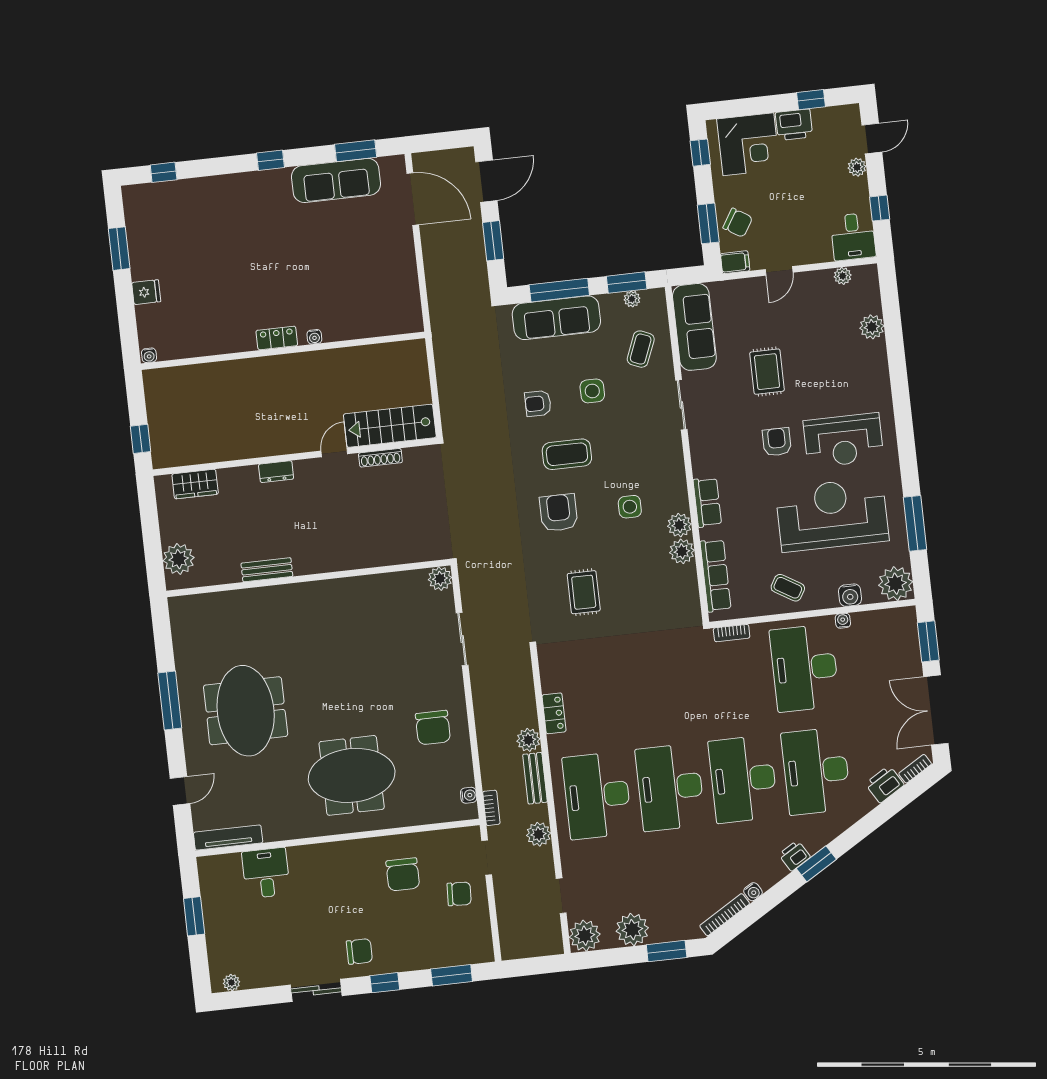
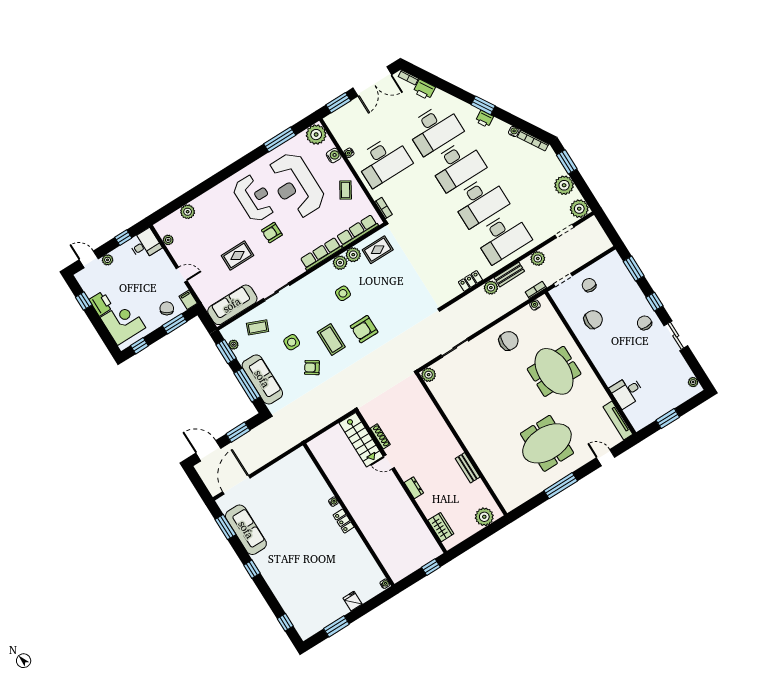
armchair: (538, 403) -> (312, 368), turned 124
row of seats: (707, 502) -> (321, 254), width x1.48
rug: (584, 592) -> (378, 250), moved

